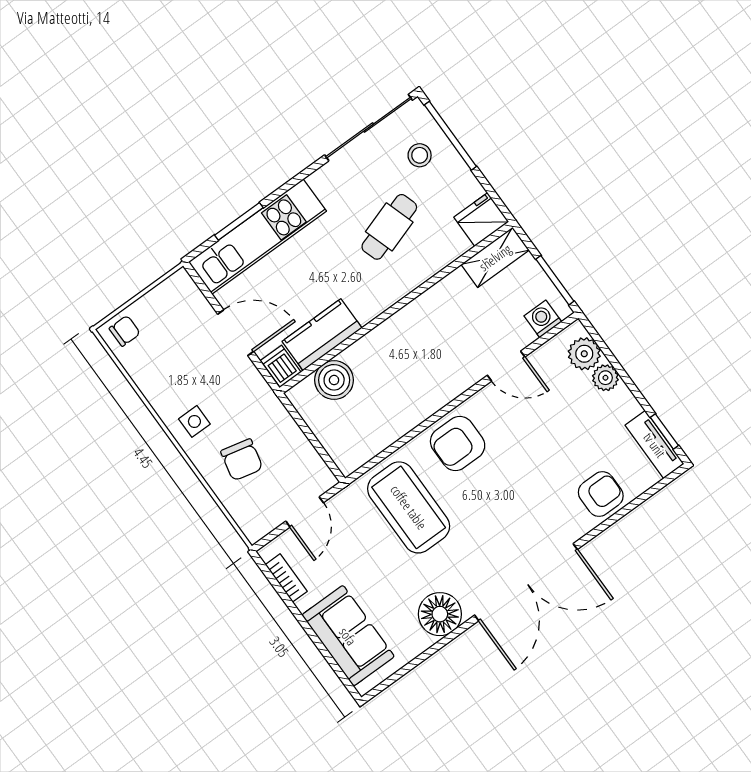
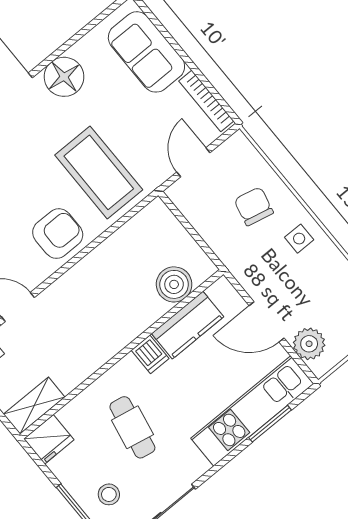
cafe table: (389, 227) -> (132, 427), turned -61
plant: (191, 306) -> (309, 344), added
dishwasher: (281, 366) -> (150, 354), moved
bookcase: (286, 578) -> (206, 101), width x1.56

